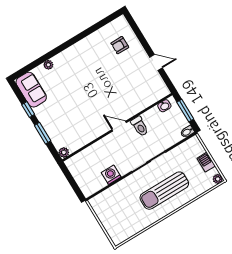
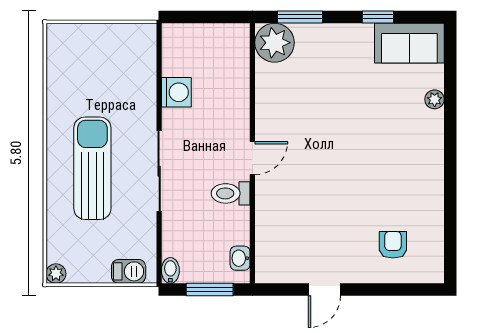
window: (43, 133) -> (300, 17), moved
plant: (64, 152) -> (275, 43), width x1.87, depth x1.87
barbecue: (206, 162) -> (129, 271), moved

